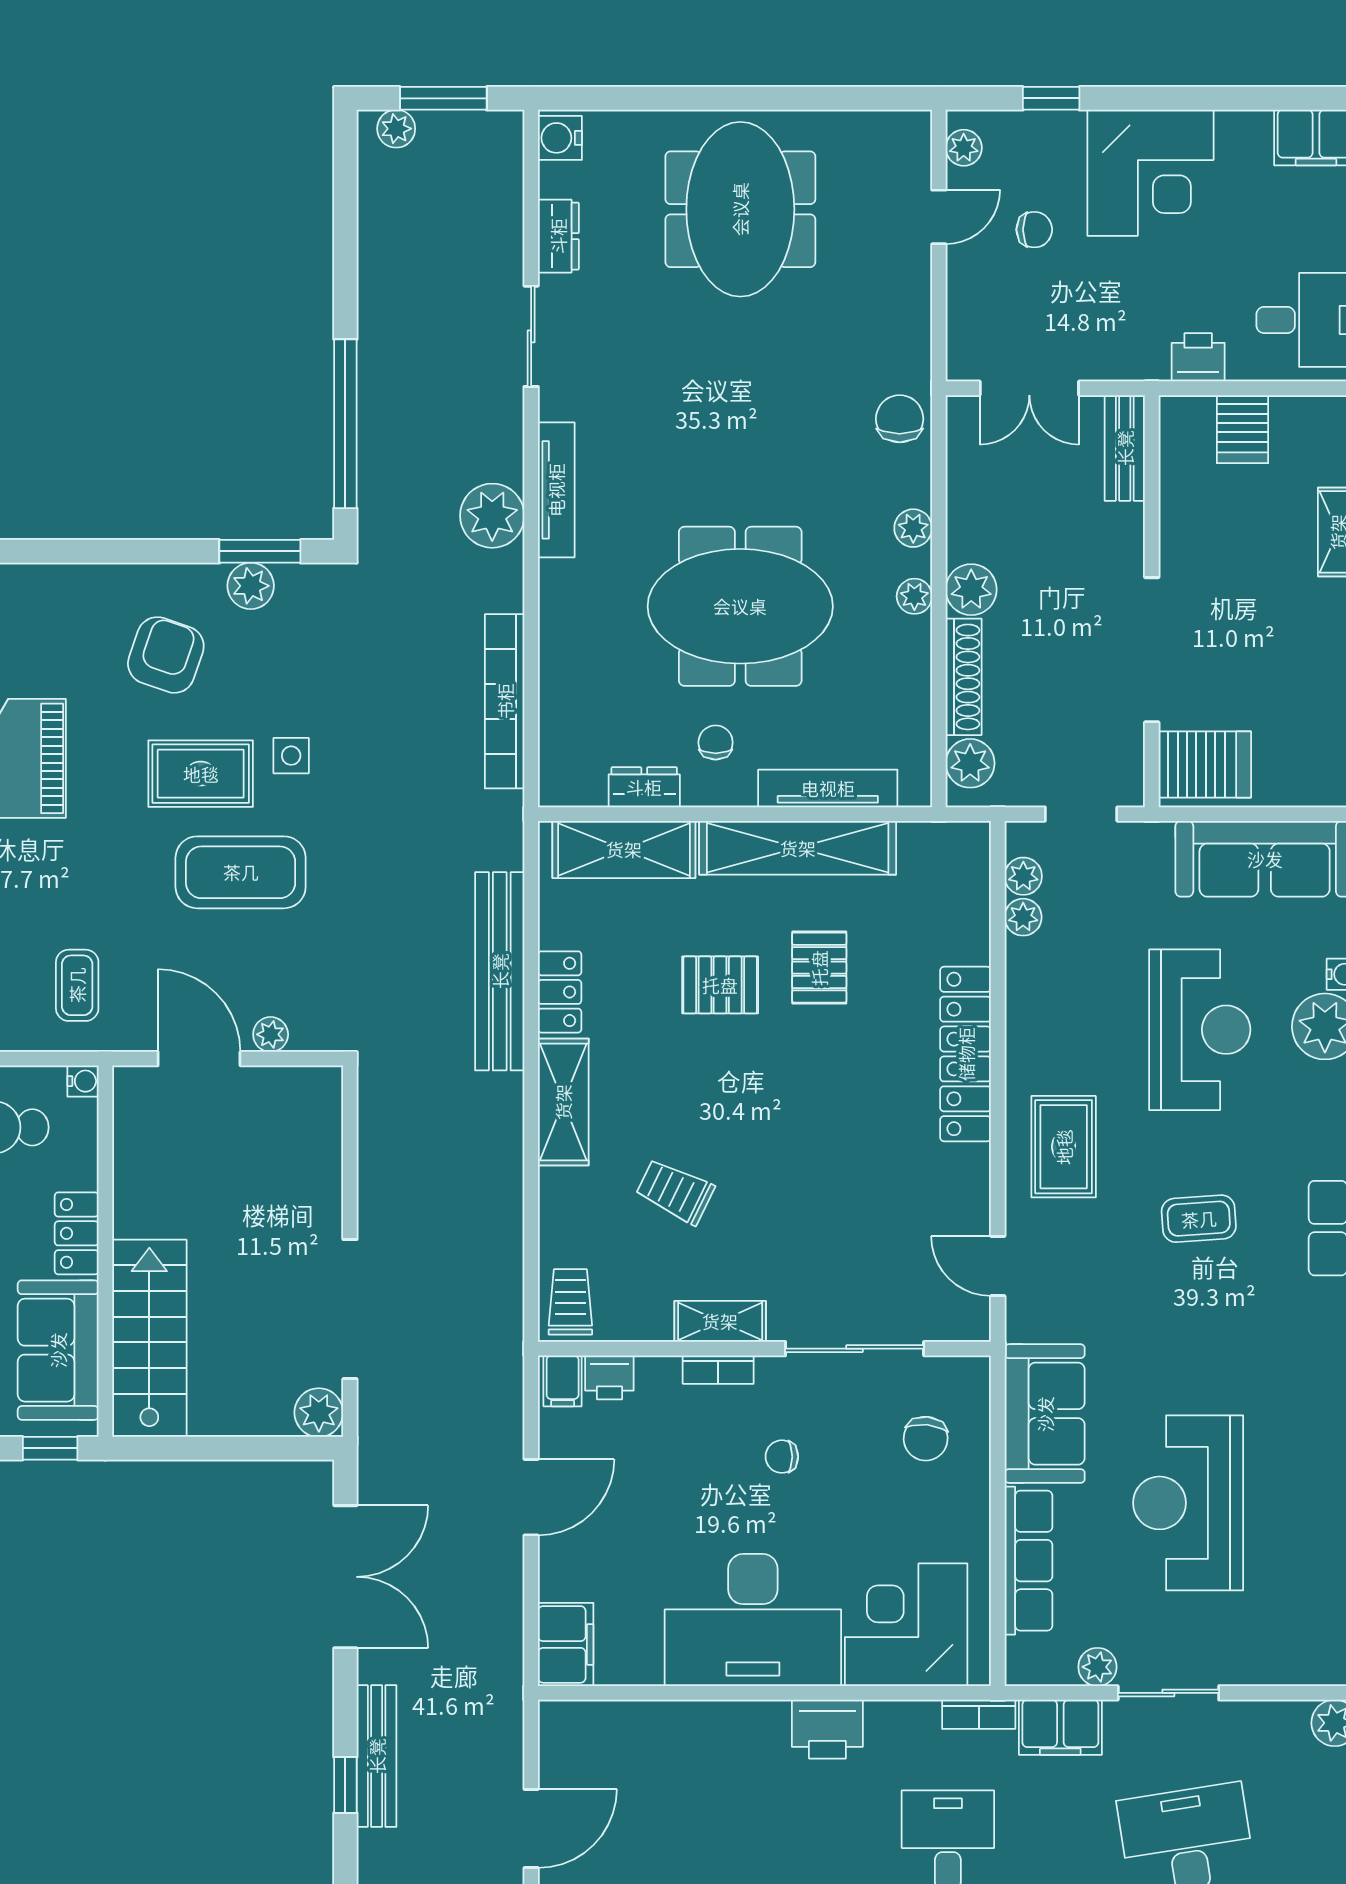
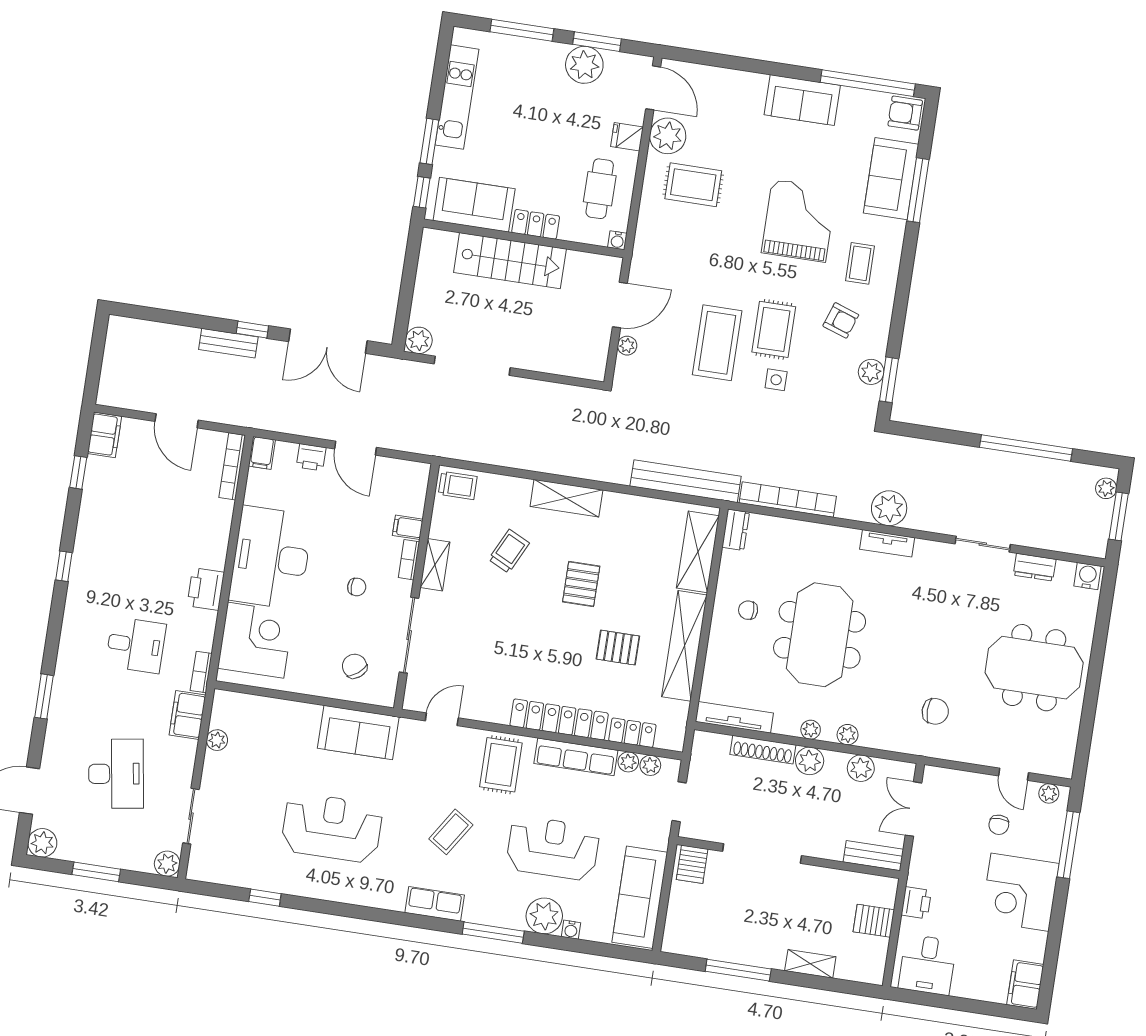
window: (1051, 98) -> (1068, 845), width x2.17
chair: (900, 419) -> (935, 711), moved
window: (345, 424) -> (1026, 448), moved
tv unit: (556, 490) -> (887, 543), width x0.71
armchair: (166, 655) -> (841, 320), width x0.72, depth x0.72
chair: (716, 742) -> (748, 610), turned 180
plant: (970, 763) -> (861, 768), moved
server rack: (1205, 765) -> (692, 864), width x0.73, depth x0.70
dresser: (644, 787) -> (736, 530), moved
tv unit: (828, 788) -> (734, 717), moved, turned -90
bench: (500, 971) -> (686, 481), moved
coffee table: (77, 985) -> (860, 263), moved, turned 90
pallet: (720, 985) -> (581, 584), moved
locker: (560, 992) -> (632, 733), moved, turned 180
reception desk: (1200, 1030) -> (553, 848), turned 180
rug: (1064, 1147) -> (501, 765), turned 90
coffee table: (1199, 1219) -> (451, 832), turned 37
stairs: (149, 1338) -> (510, 261), moved
printer: (609, 1377) -> (311, 457), moved, turned -90
filing cabinet: (563, 1381) -> (408, 527), moved
chair: (926, 1439) -> (355, 666), turned 45
chair: (782, 1457) -> (357, 587), turned 90
reception desk: (1188, 1503) -> (332, 828), moved
row of seats: (1028, 1561) -> (576, 757), moved
filing cabinet: (566, 1644) -> (262, 453), width x0.50
sliding door: (1168, 1693) -> (191, 816), moved
bookcase: (598, 1715) -> (232, 466), added
bench: (377, 1756) -> (228, 343), width x0.73
window: (345, 1785) -> (252, 330), moved

